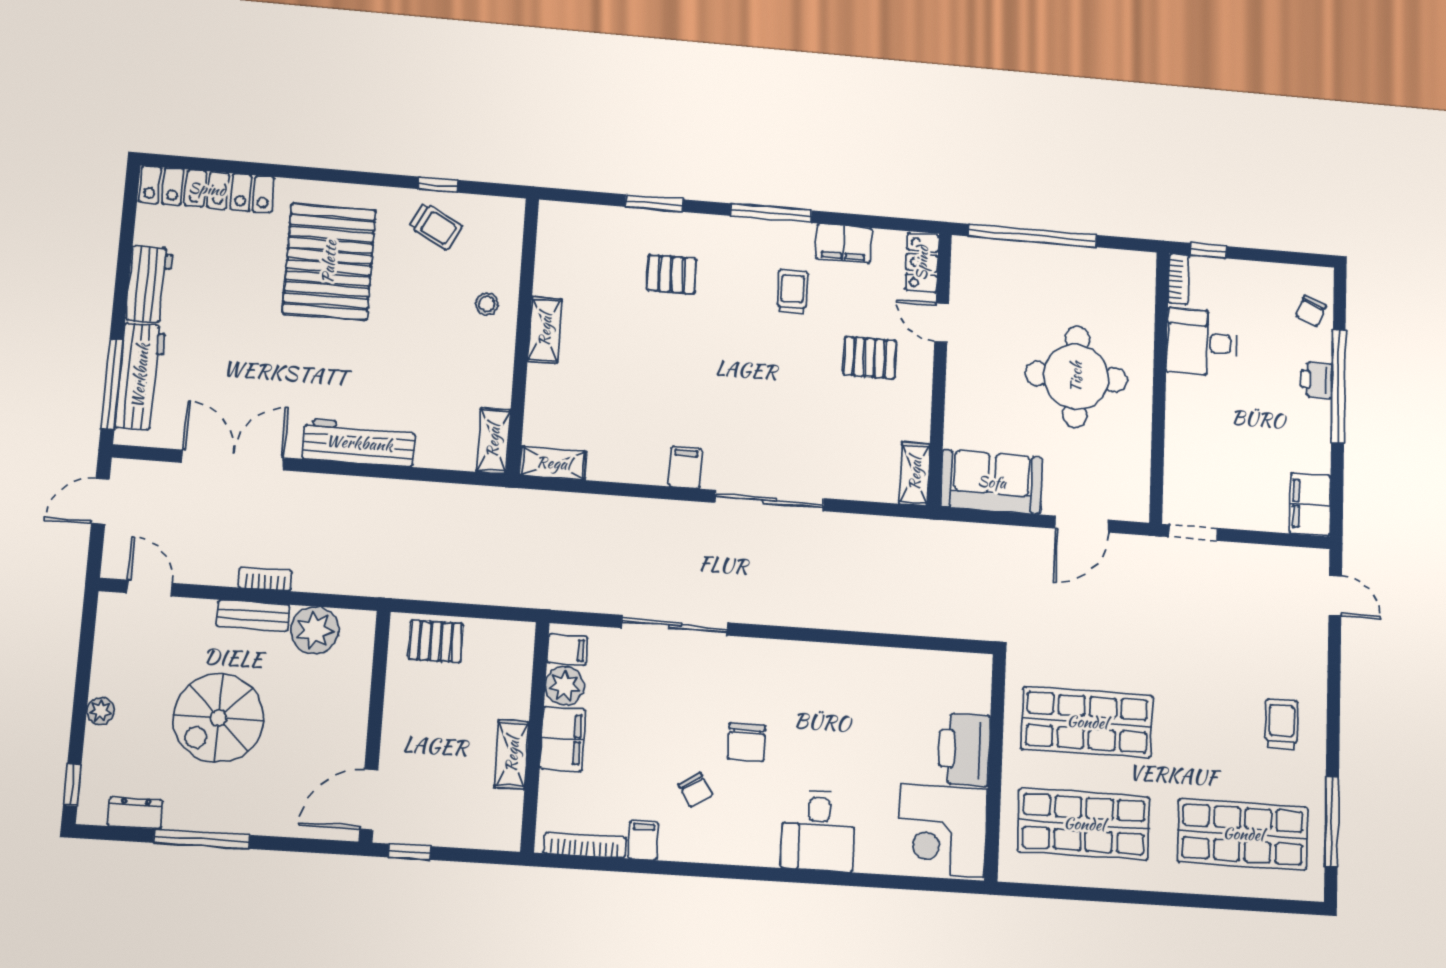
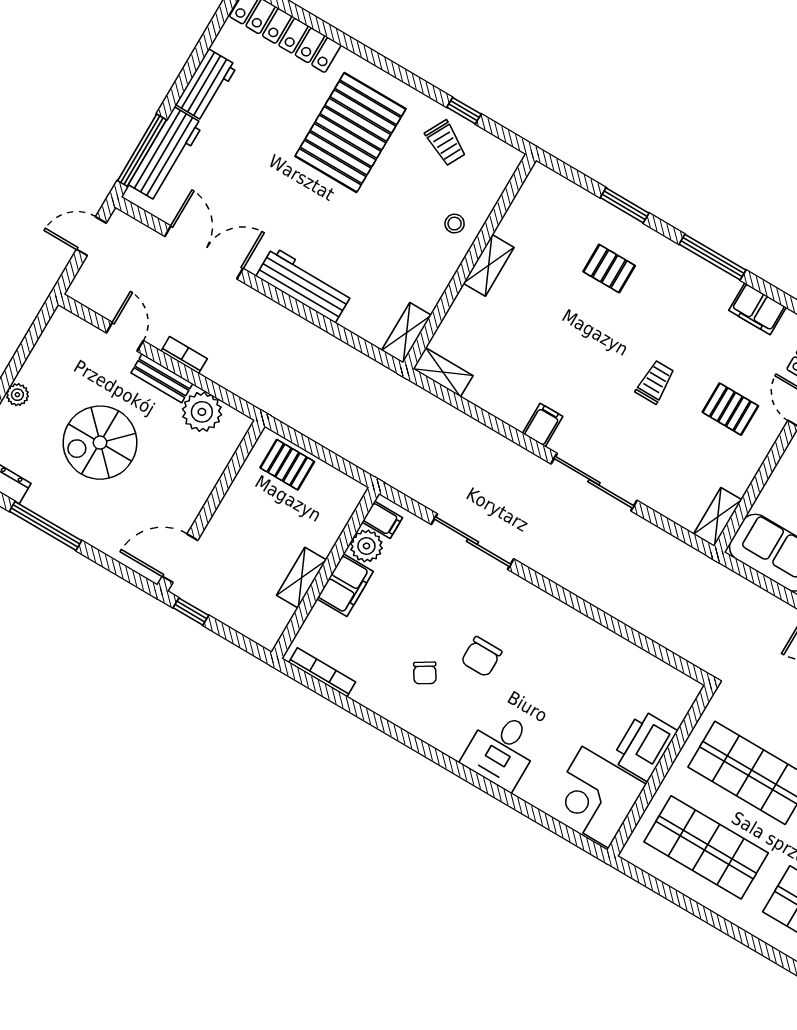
trolley: (792, 292) -> (655, 382), moved
door: (149, 588) -> (125, 337), moved
filing cabinet: (643, 840) -> (367, 690), removed

